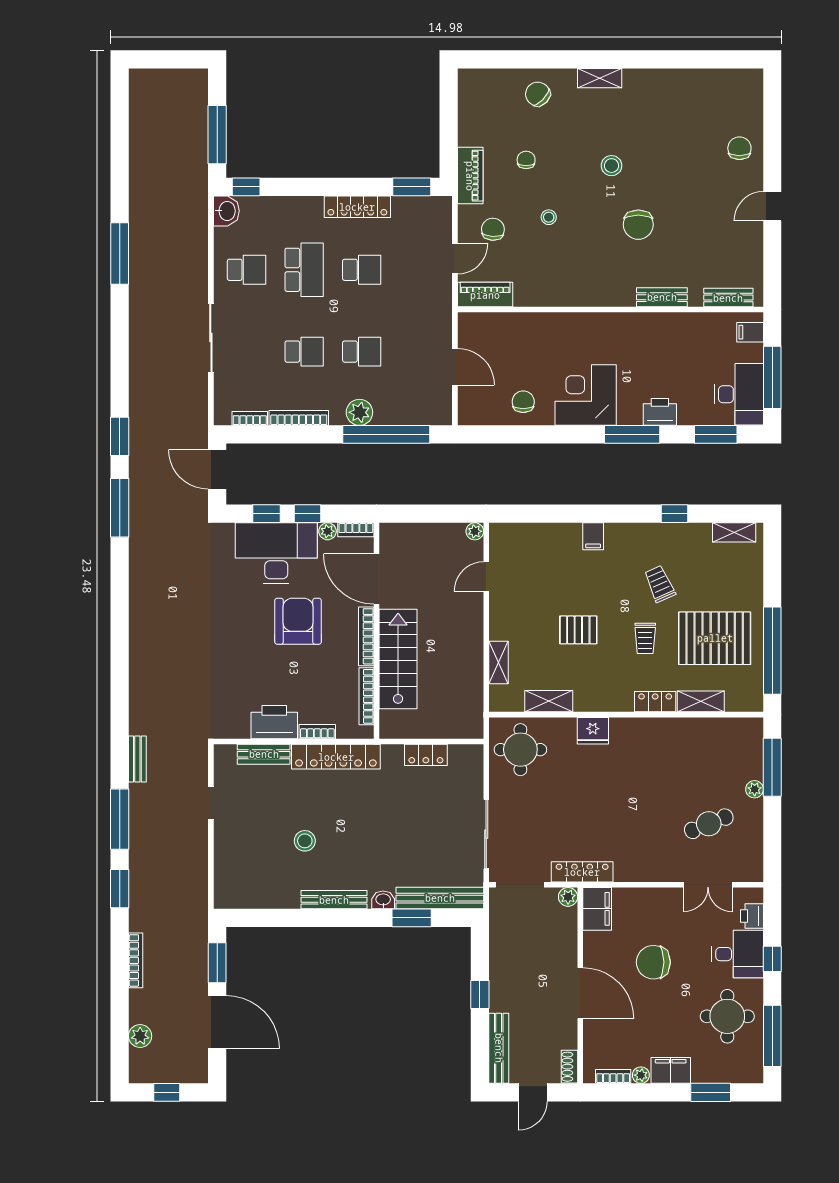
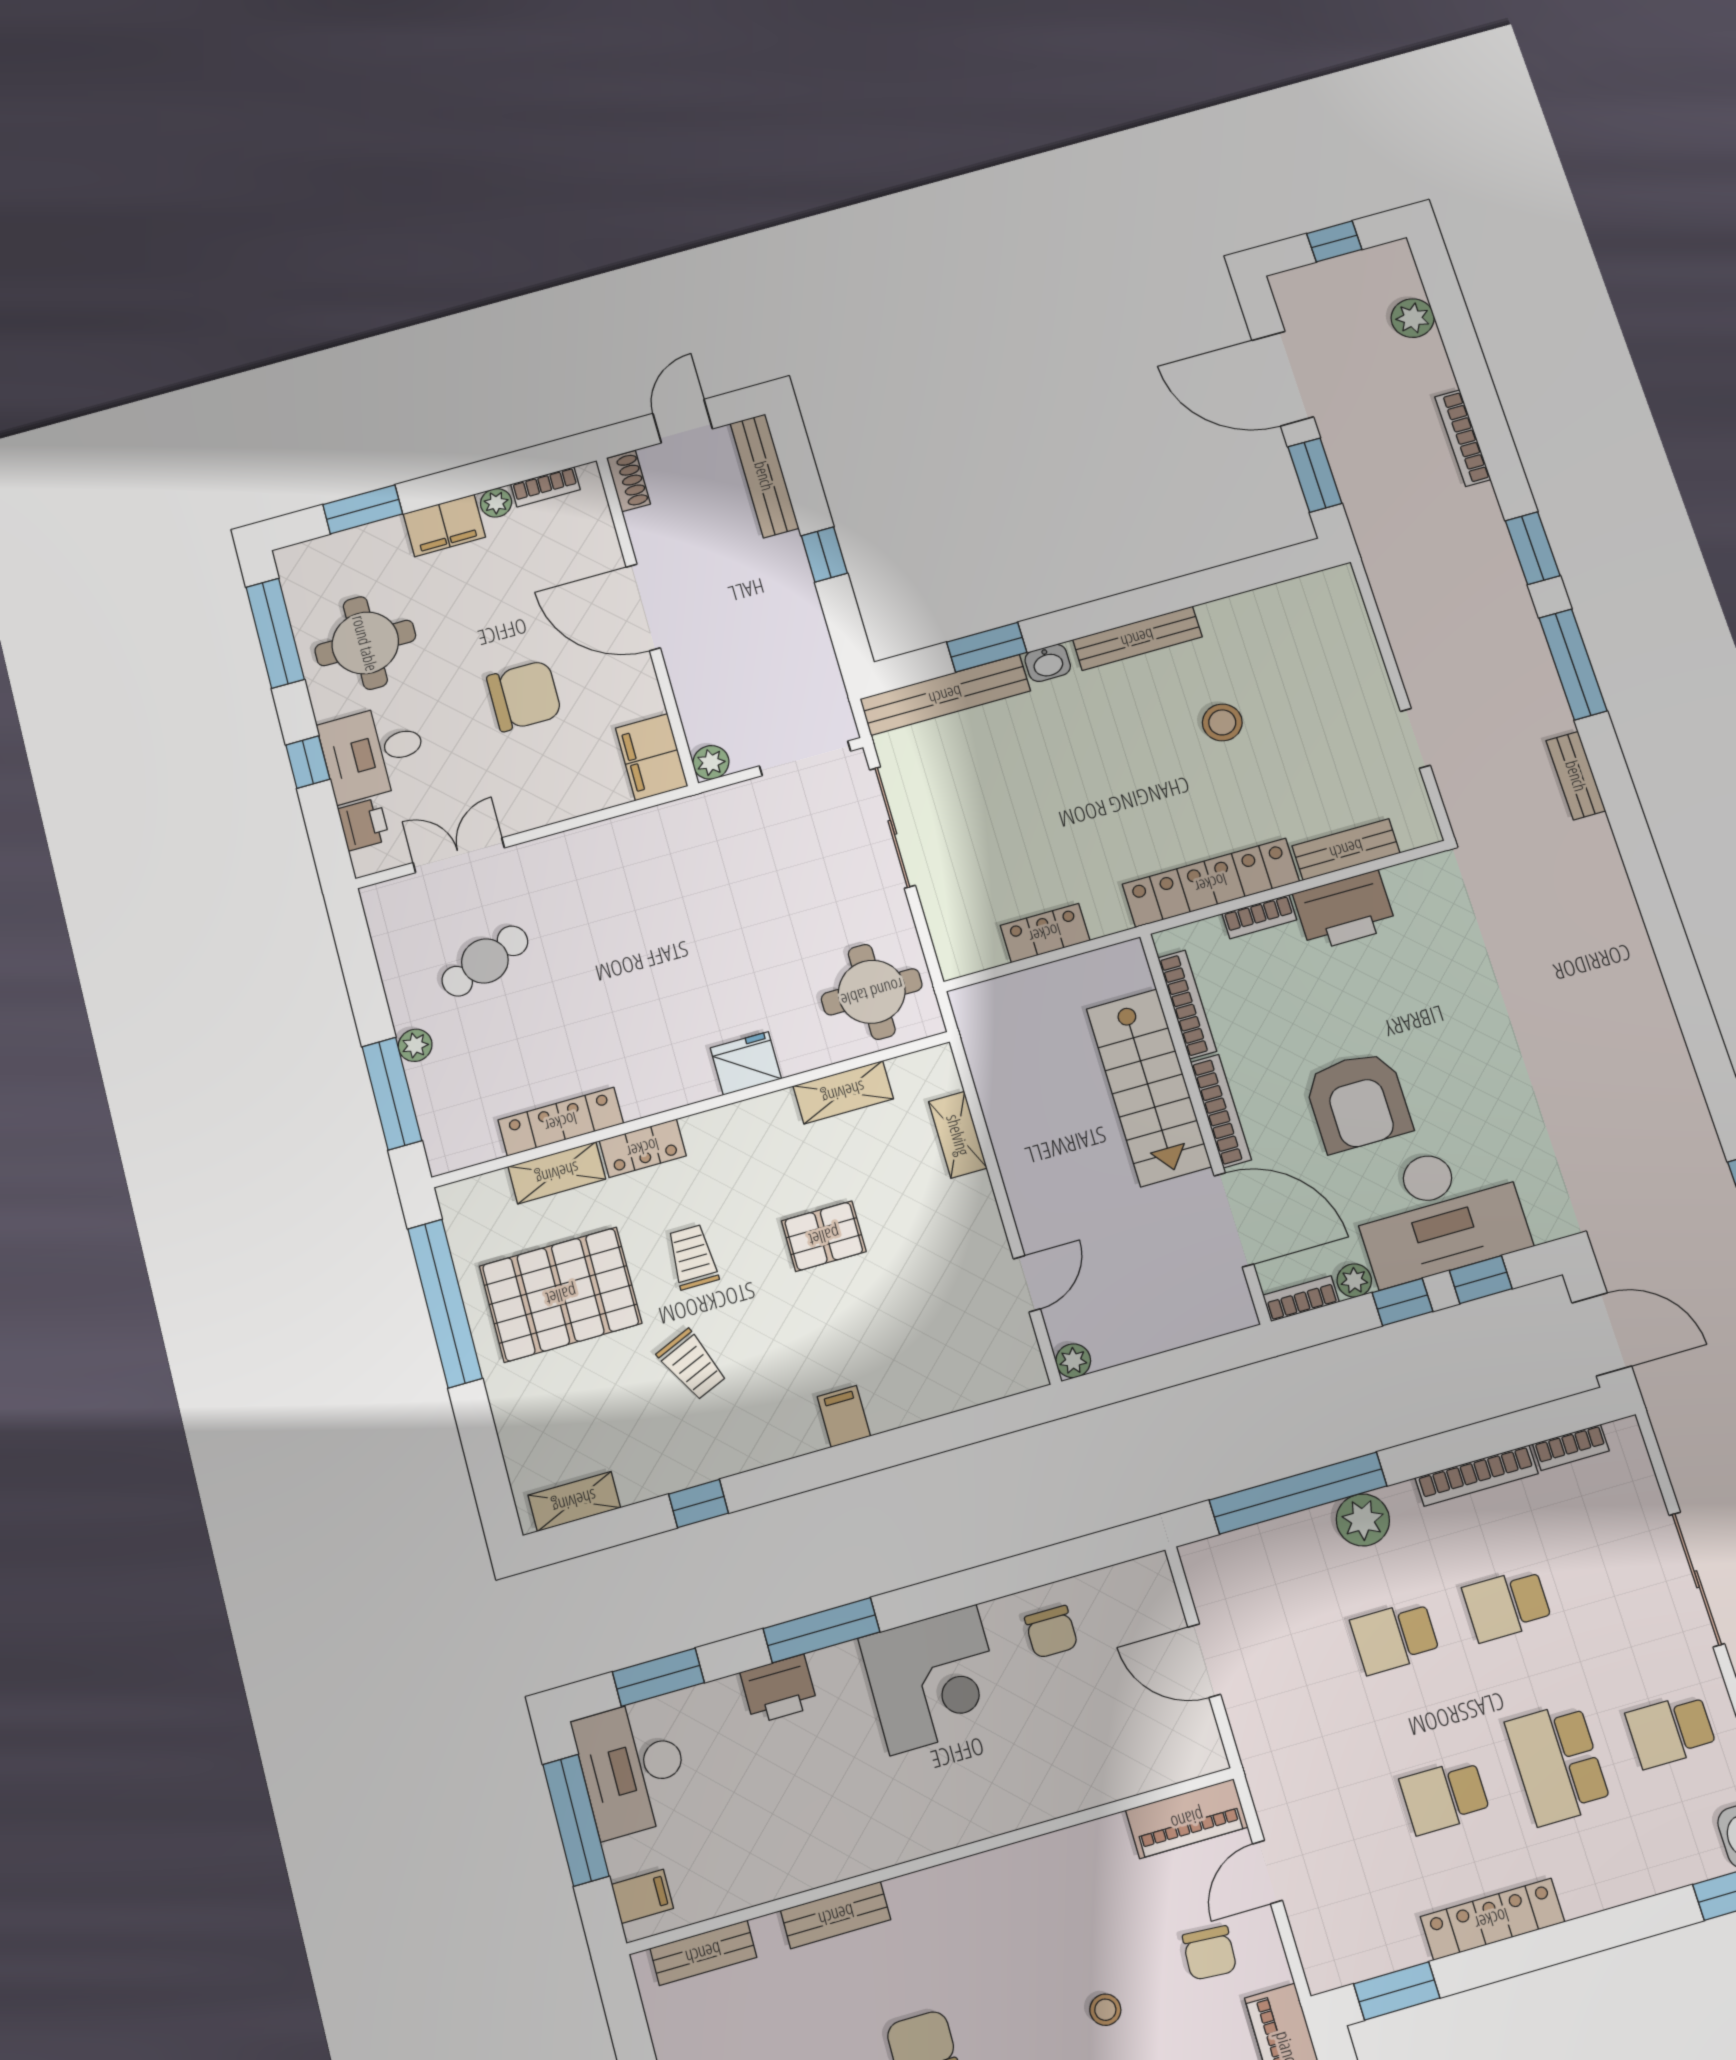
locker: (582, 872) -> (561, 1122), moved, turned 180

